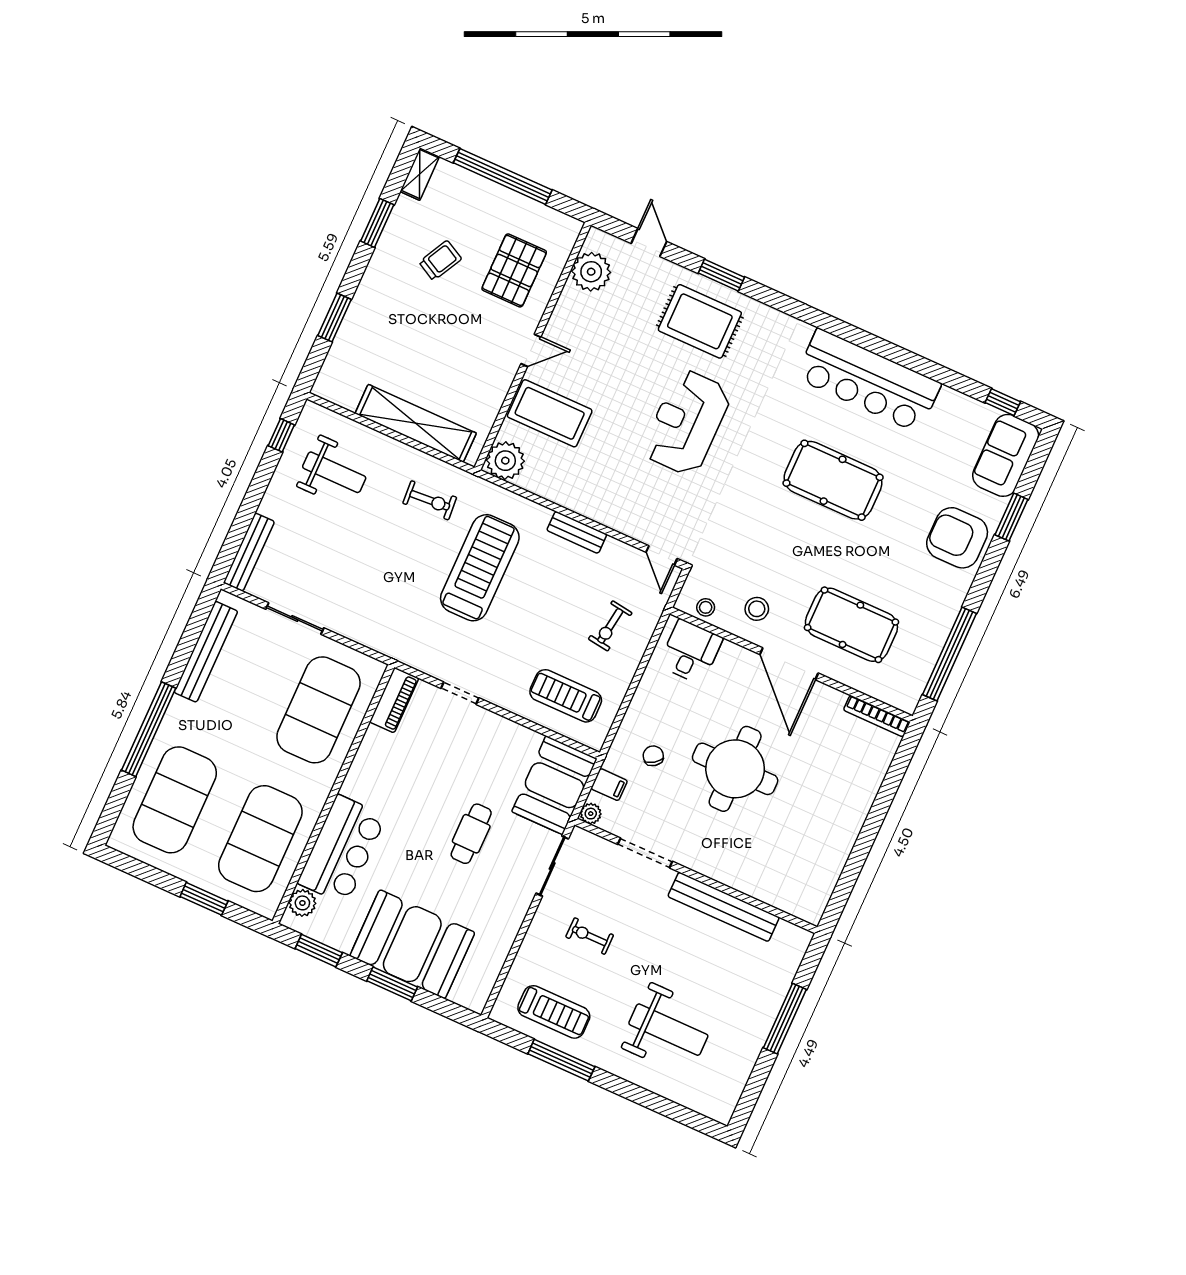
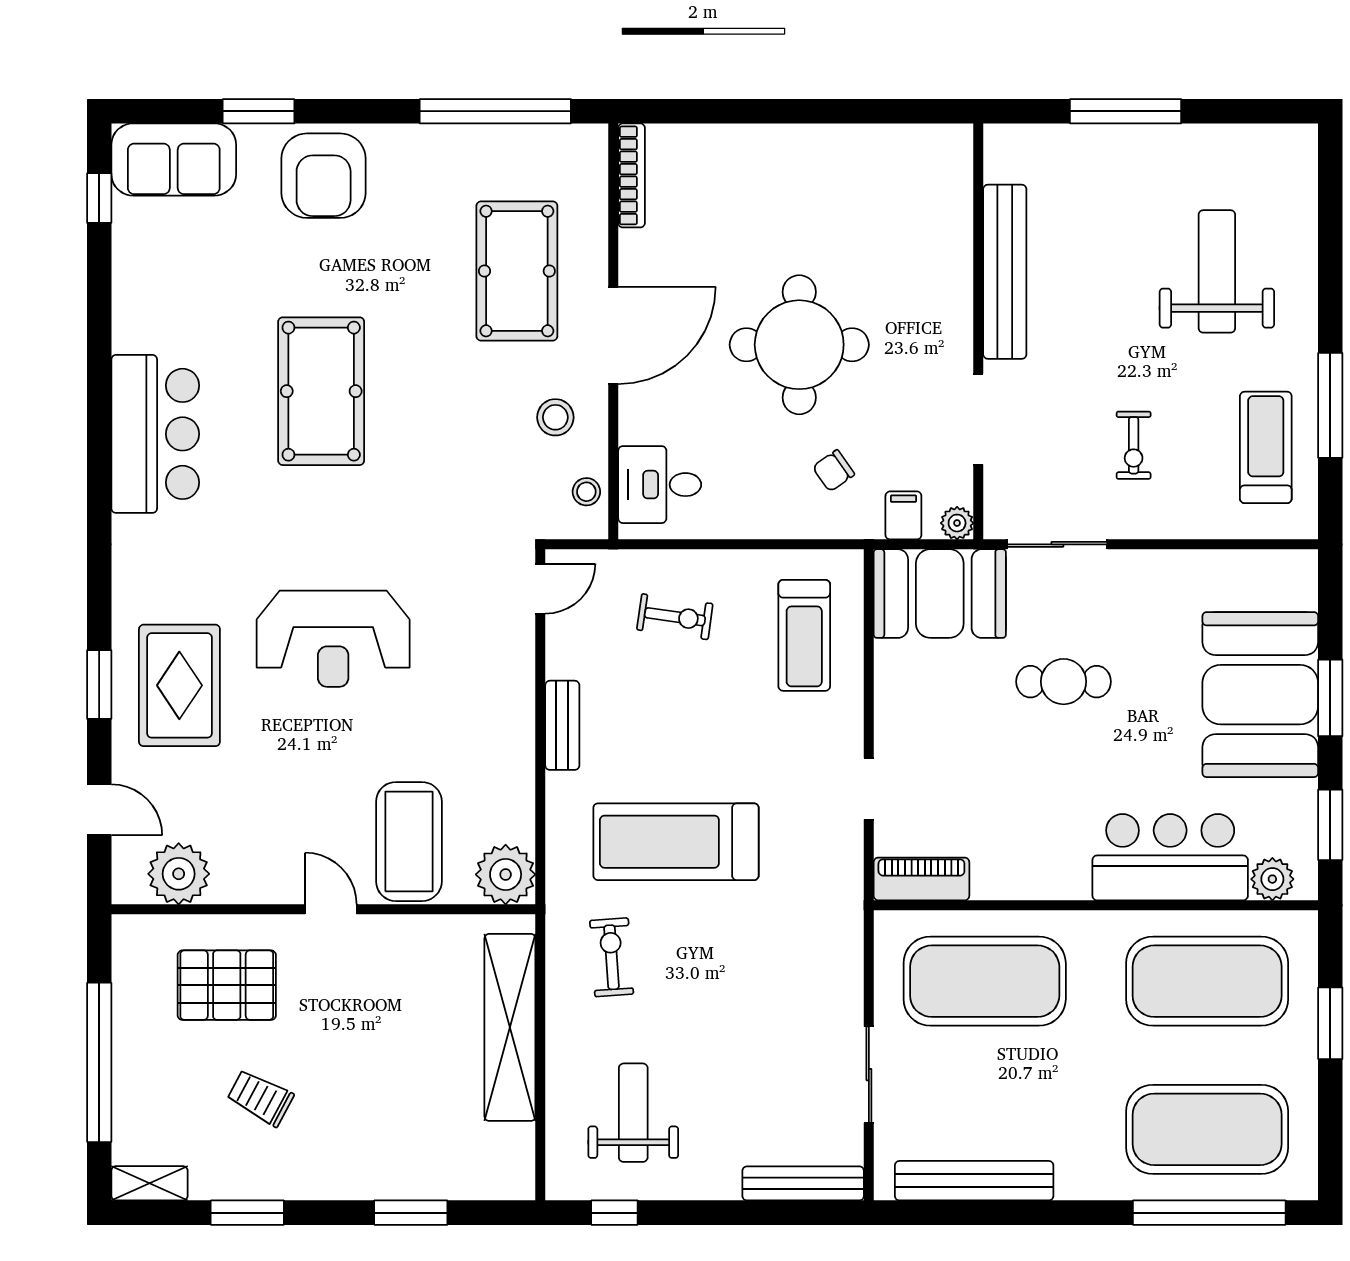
door: (649, 242) -> (99, 810), swing flipped
bar counter: (868, 381) -> (155, 434), width x0.73
window: (149, 729) -> (1209, 1213), moved

